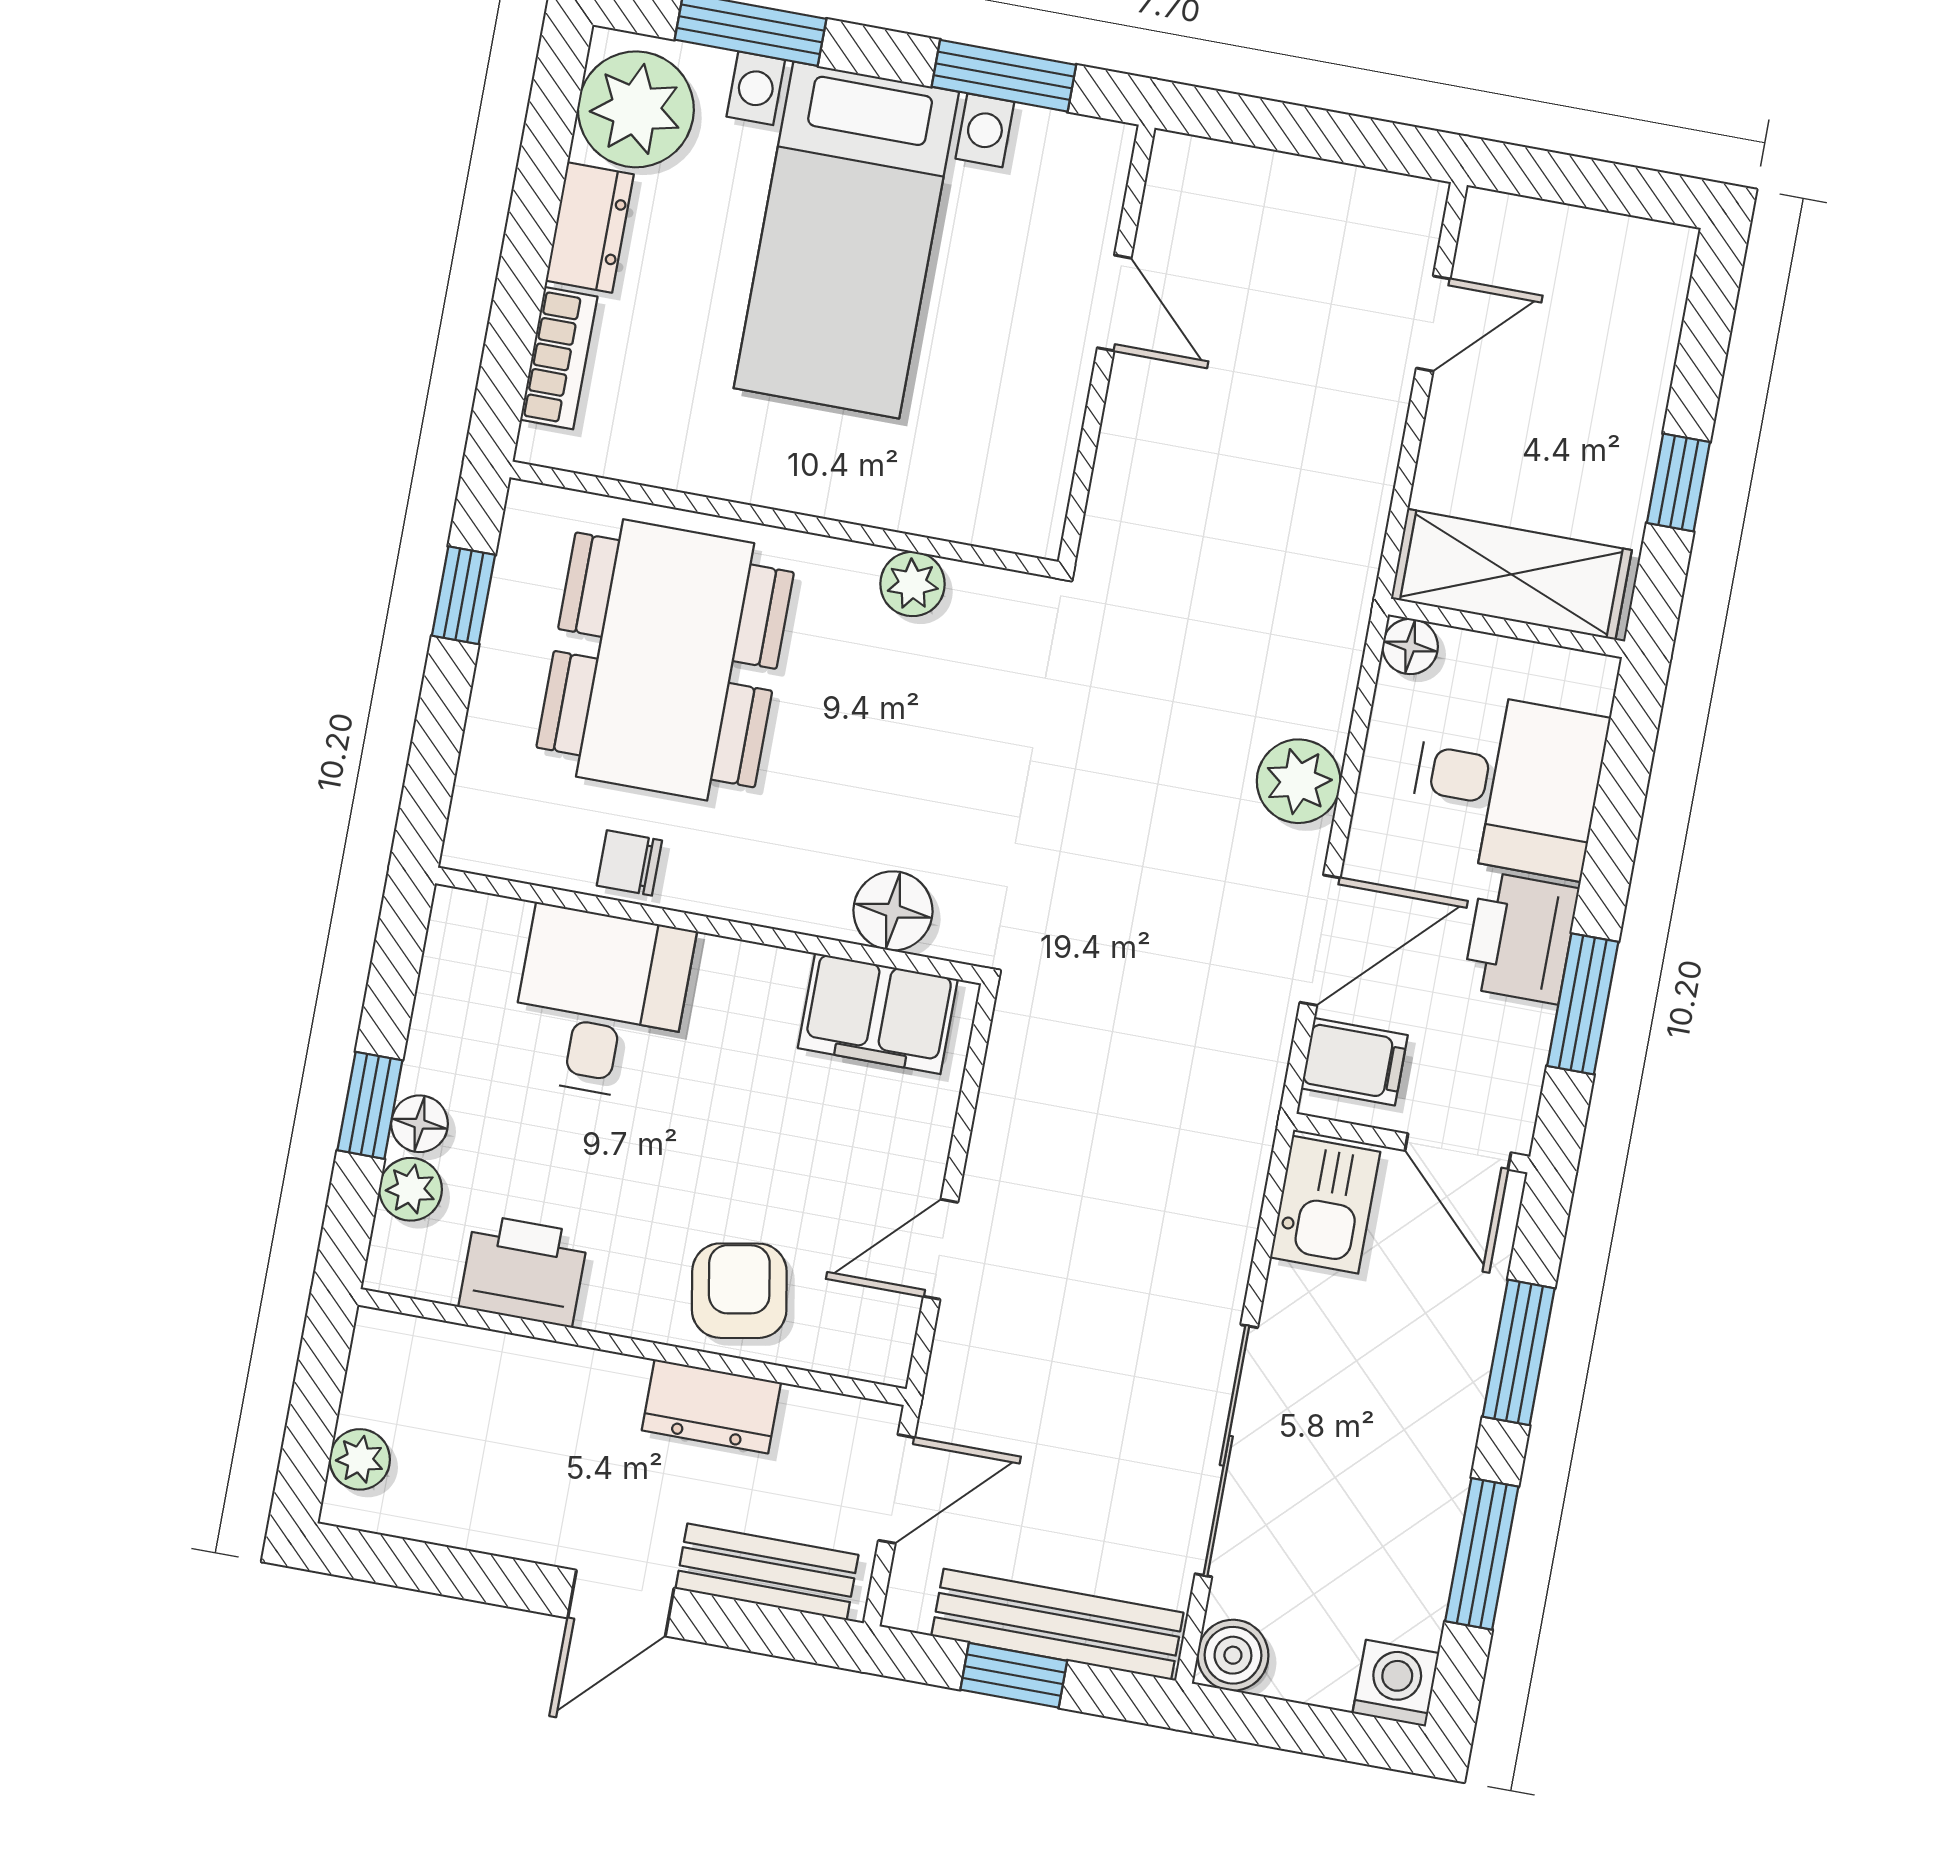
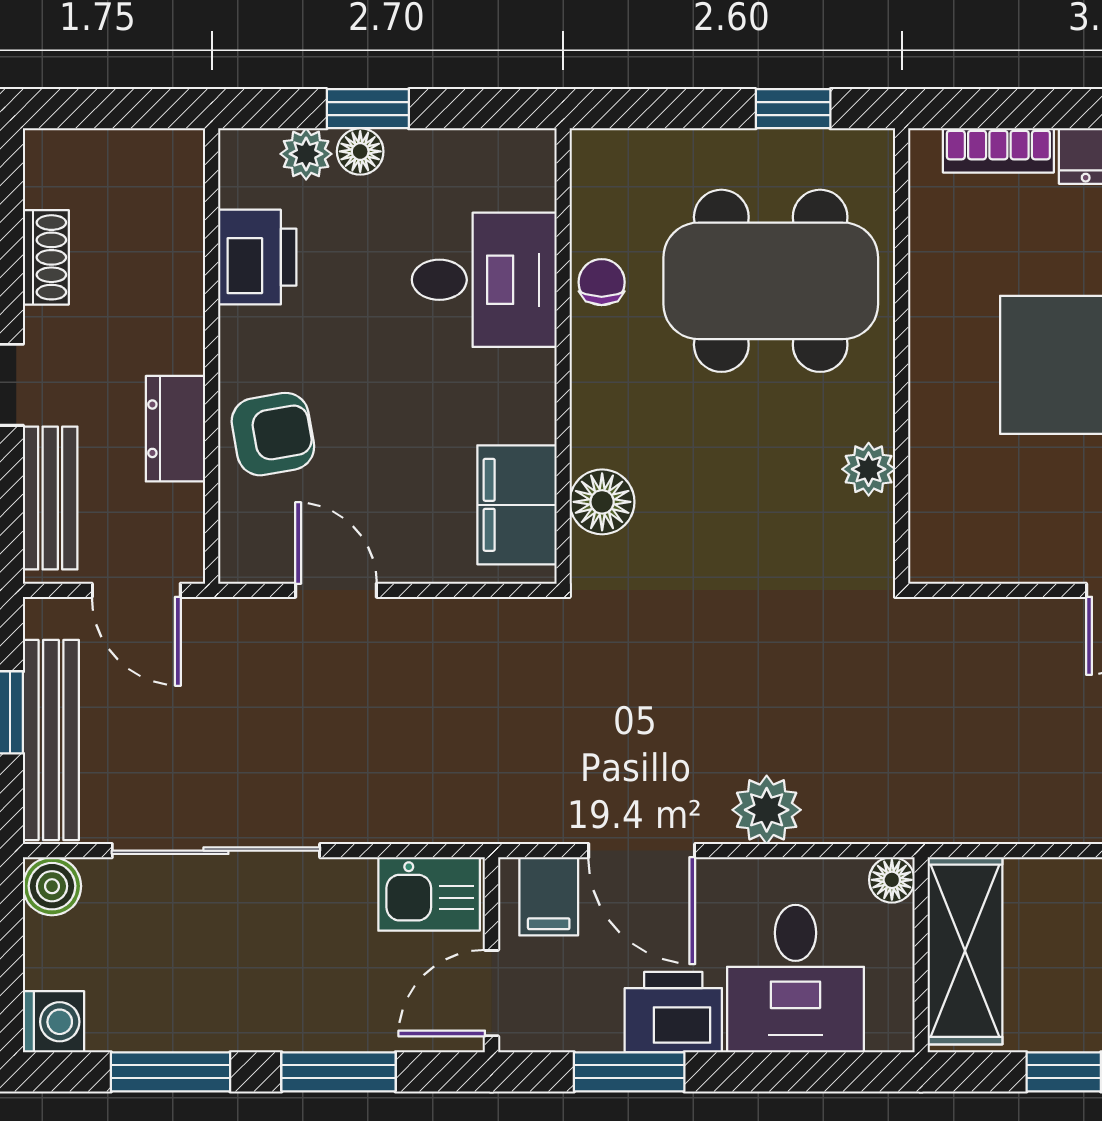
plant: (360, 1459) -> (81, 153), removed
shoe rack: (477, 1524) -> (46, 257), added

